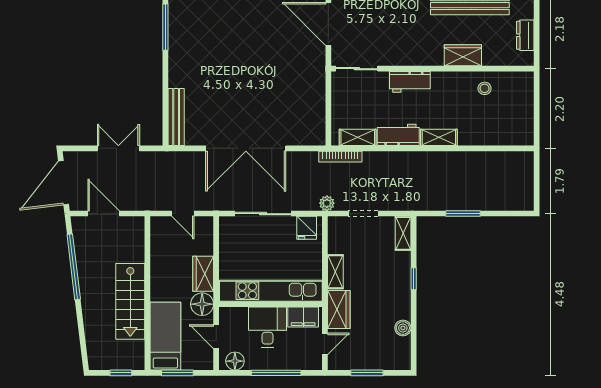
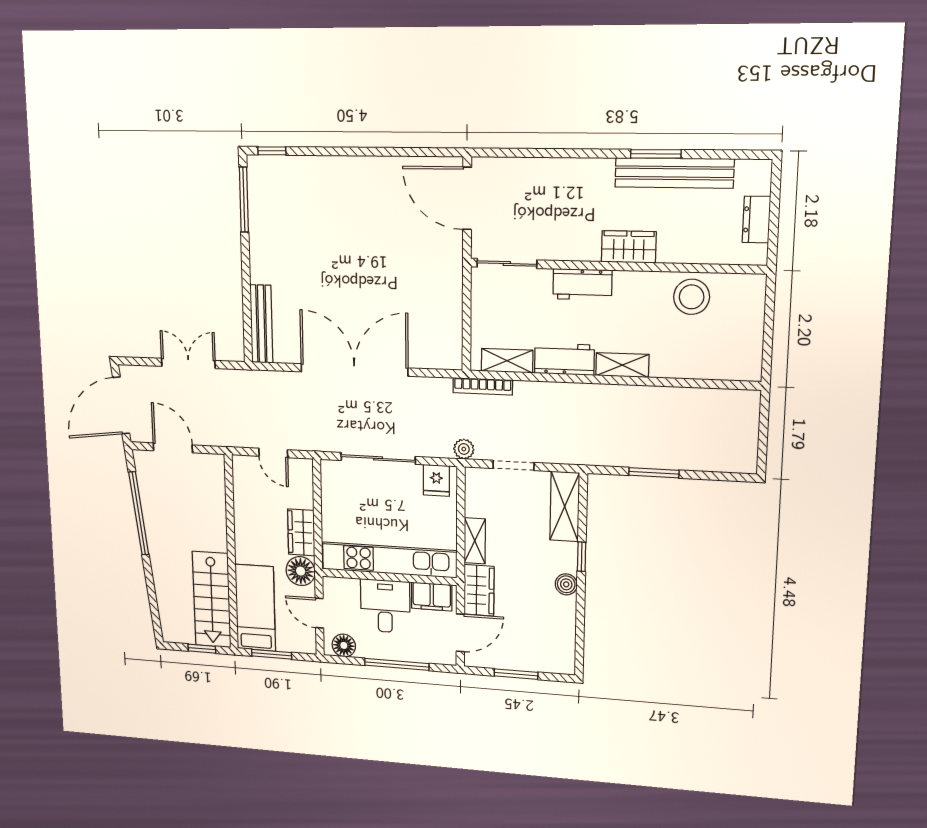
wardrobe: (463, 55) -> (629, 247), moved
stool: (485, 88) -> (692, 297), width x1.89, depth x1.89
double door: (246, 148) -> (354, 370), swing flipped
shelving: (403, 233) -> (565, 506), width x1.50, depth x1.33
stairs: (130, 301) -> (212, 600), moved
boiler: (403, 328) -> (566, 584), moved
door: (325, 344) -> (460, 633), width x1.38

